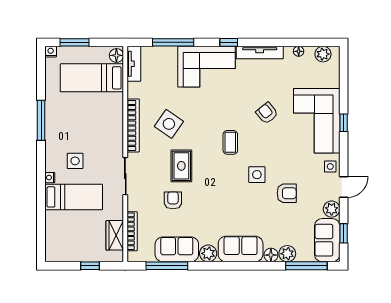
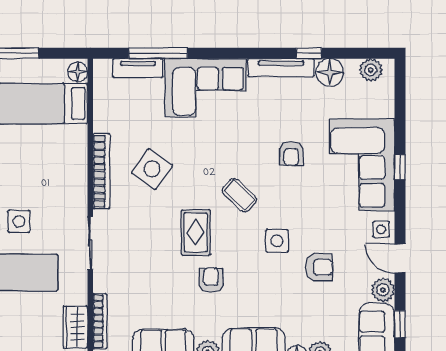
window: (229, 42) -> (309, 53), moved
floor lamp: (299, 51) -> (330, 72), width x1.89, depth x1.89
tv unit: (134, 64) -> (138, 68), moved, turned 90
armchair: (267, 113) -> (291, 154), turned -141
coffee table: (230, 142) -> (239, 195), turned -46
rug: (181, 166) -> (196, 232), moved
door: (344, 187) -> (400, 259), swing flipped
armchair: (173, 200) -> (211, 280), moved

